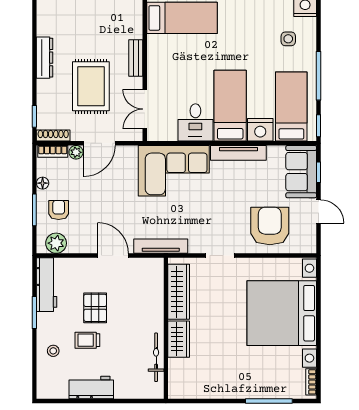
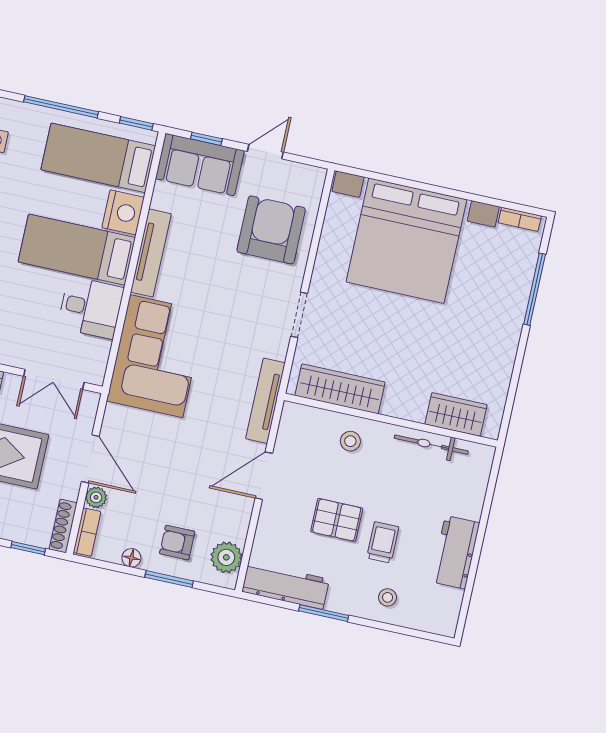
armchair: (270, 226) -> (271, 230), turned 90
stool: (147, 306) -> (350, 441), added
wardrobe: (179, 339) -> (456, 414), moved
trolley: (87, 340) -> (383, 542), turned 180

